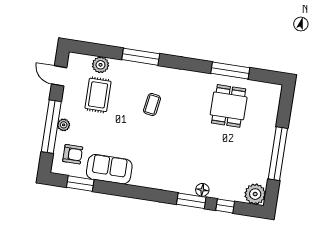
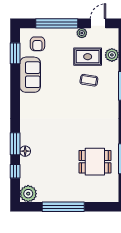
coffee table: (152, 105) -> (89, 80), moved
plant: (64, 125) -> (82, 33), moved

